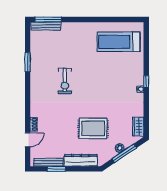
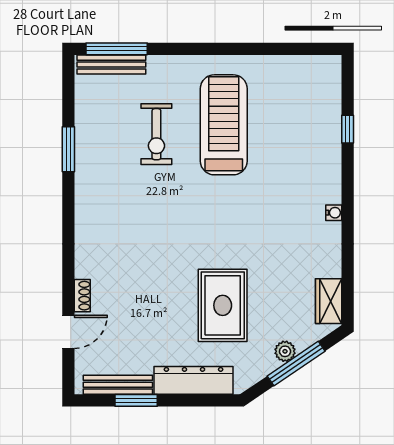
treadmill: (118, 42) -> (224, 125), moved, turned 90
exercise bike: (65, 81) -> (156, 134), moved
window: (146, 82) -> (348, 129), moved
rug: (93, 128) -> (223, 305), turned 90

